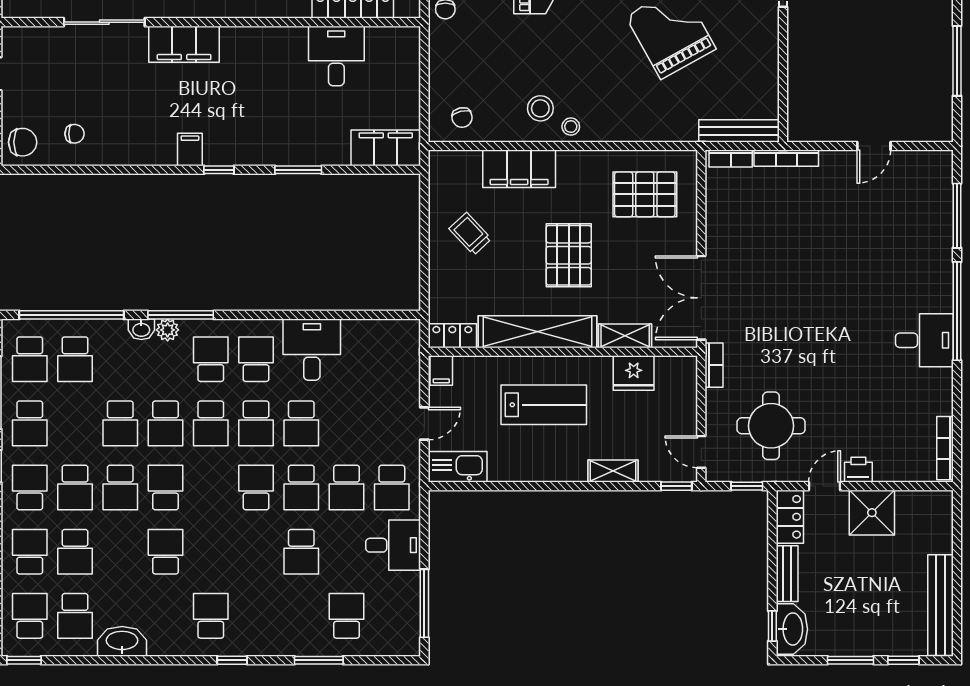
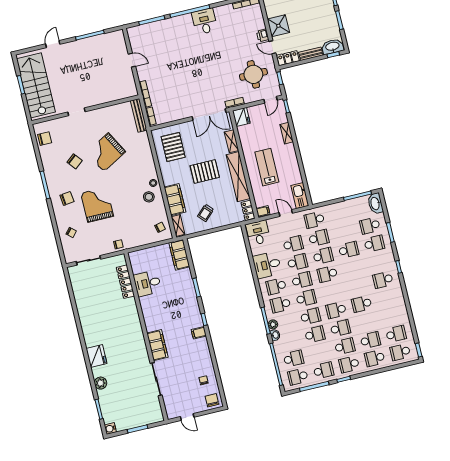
shelving: (456, 161) -> (178, 226), added
school desk: (30, 359) -> (298, 377), turned 180
fridge: (634, 373) -> (241, 117), moved
school desk: (347, 423) -> (293, 244), added
school desk: (392, 488) -> (314, 220), turned 180
desk: (393, 545) -> (258, 233), moved
school desk: (301, 616) -> (374, 244), added
washbasin: (122, 641) -> (375, 203), moved

